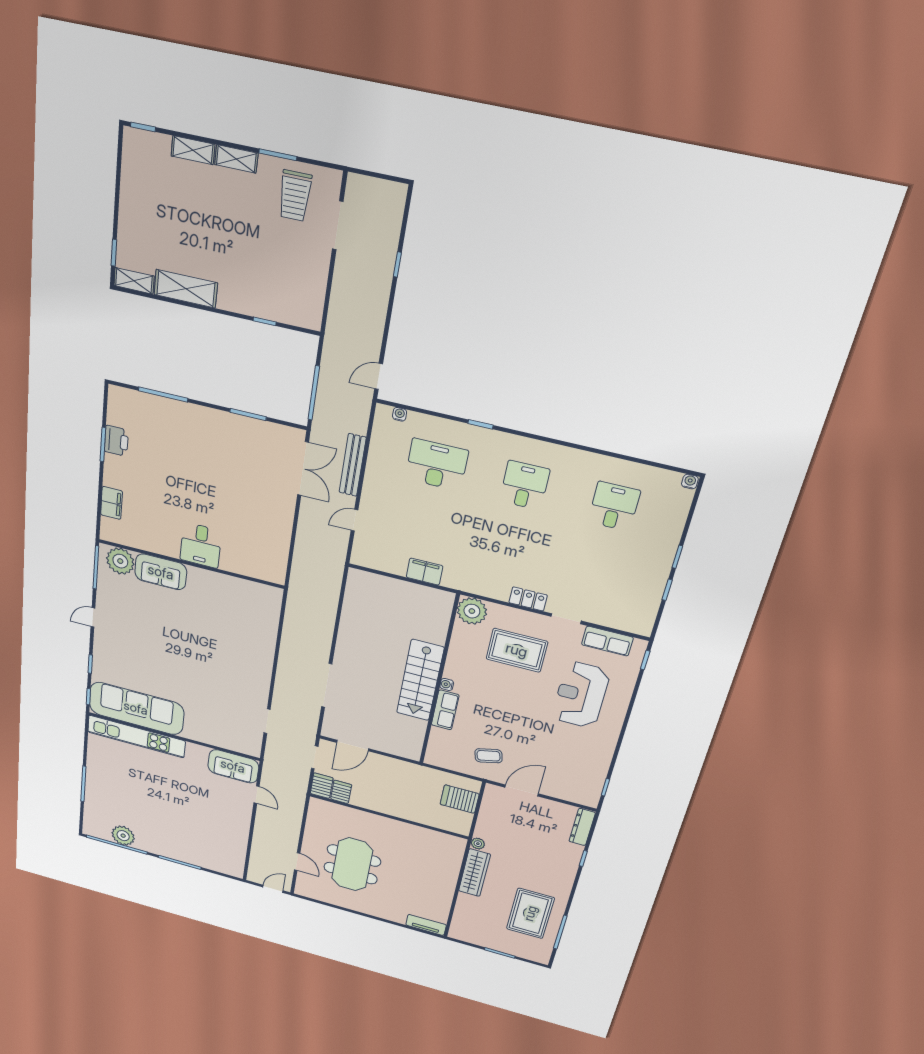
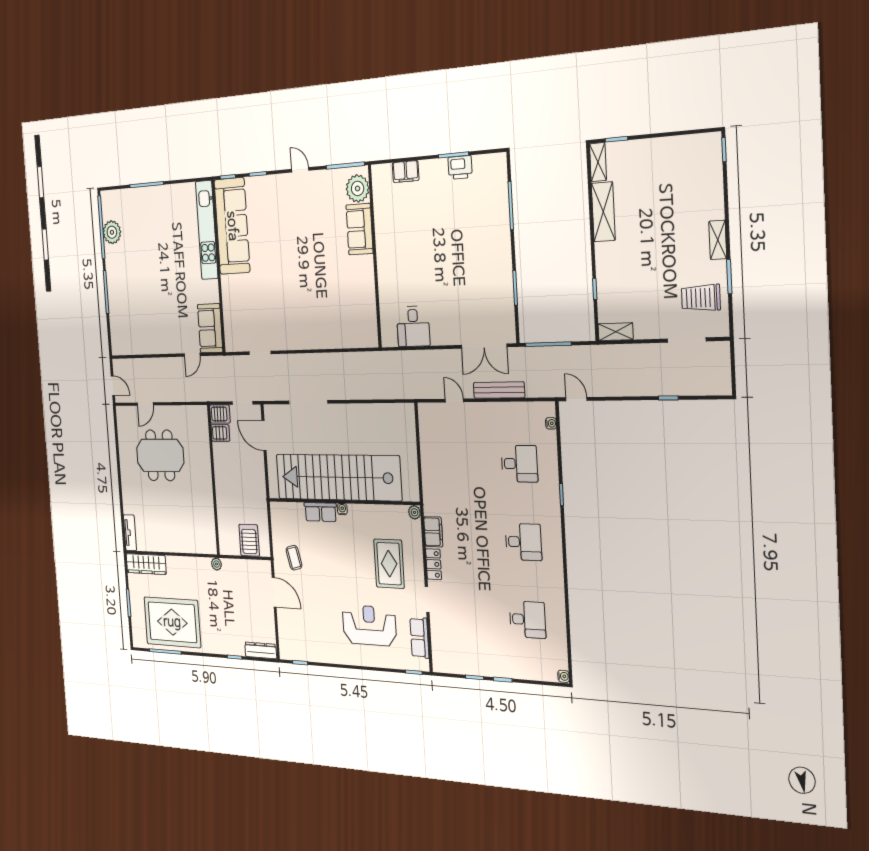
shelving: (193, 150) -> (616, 332), moved, turned 90
desk: (437, 465) -> (519, 464), width x0.73
desk: (201, 545) -> (413, 326), moved, turned -90
filing cabinet: (425, 572) -> (433, 532), moved
plant: (472, 611) -> (414, 512), width x0.53, depth x0.53
stairs: (420, 680) -> (338, 477), width x1.86, depth x1.51
wardrobe: (474, 873) -> (146, 564), moved
rug: (530, 913) -> (172, 622), width x1.37, depth x1.44

